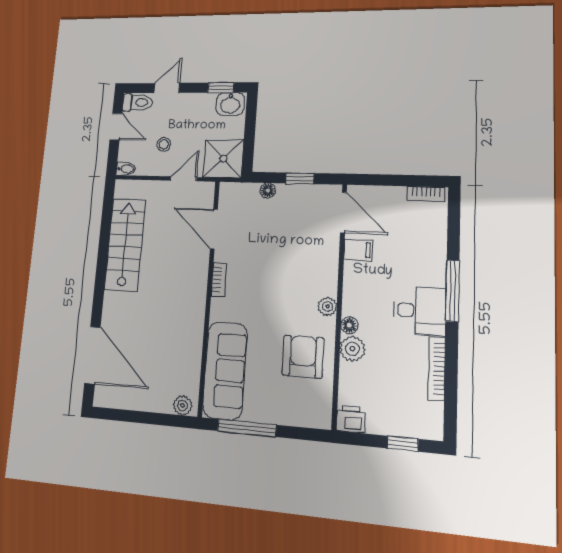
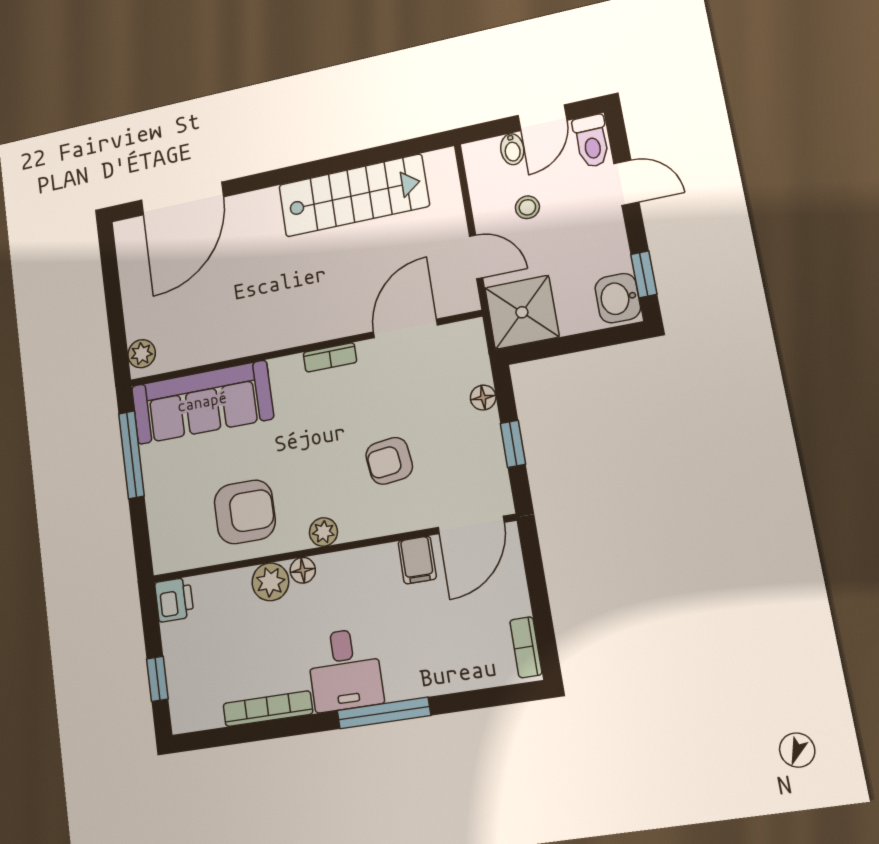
bidet: (126, 169) -> (512, 149), moved
armchair: (292, 255) -> (389, 461), added

